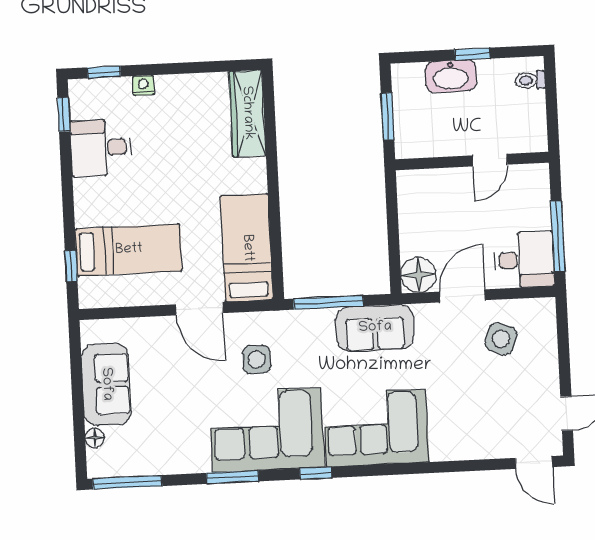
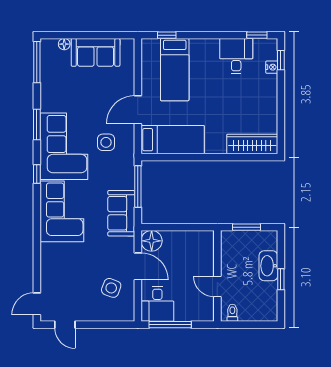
toilet: (530, 80) -> (232, 313), moved
nightstand: (143, 85) -> (272, 67), moved

